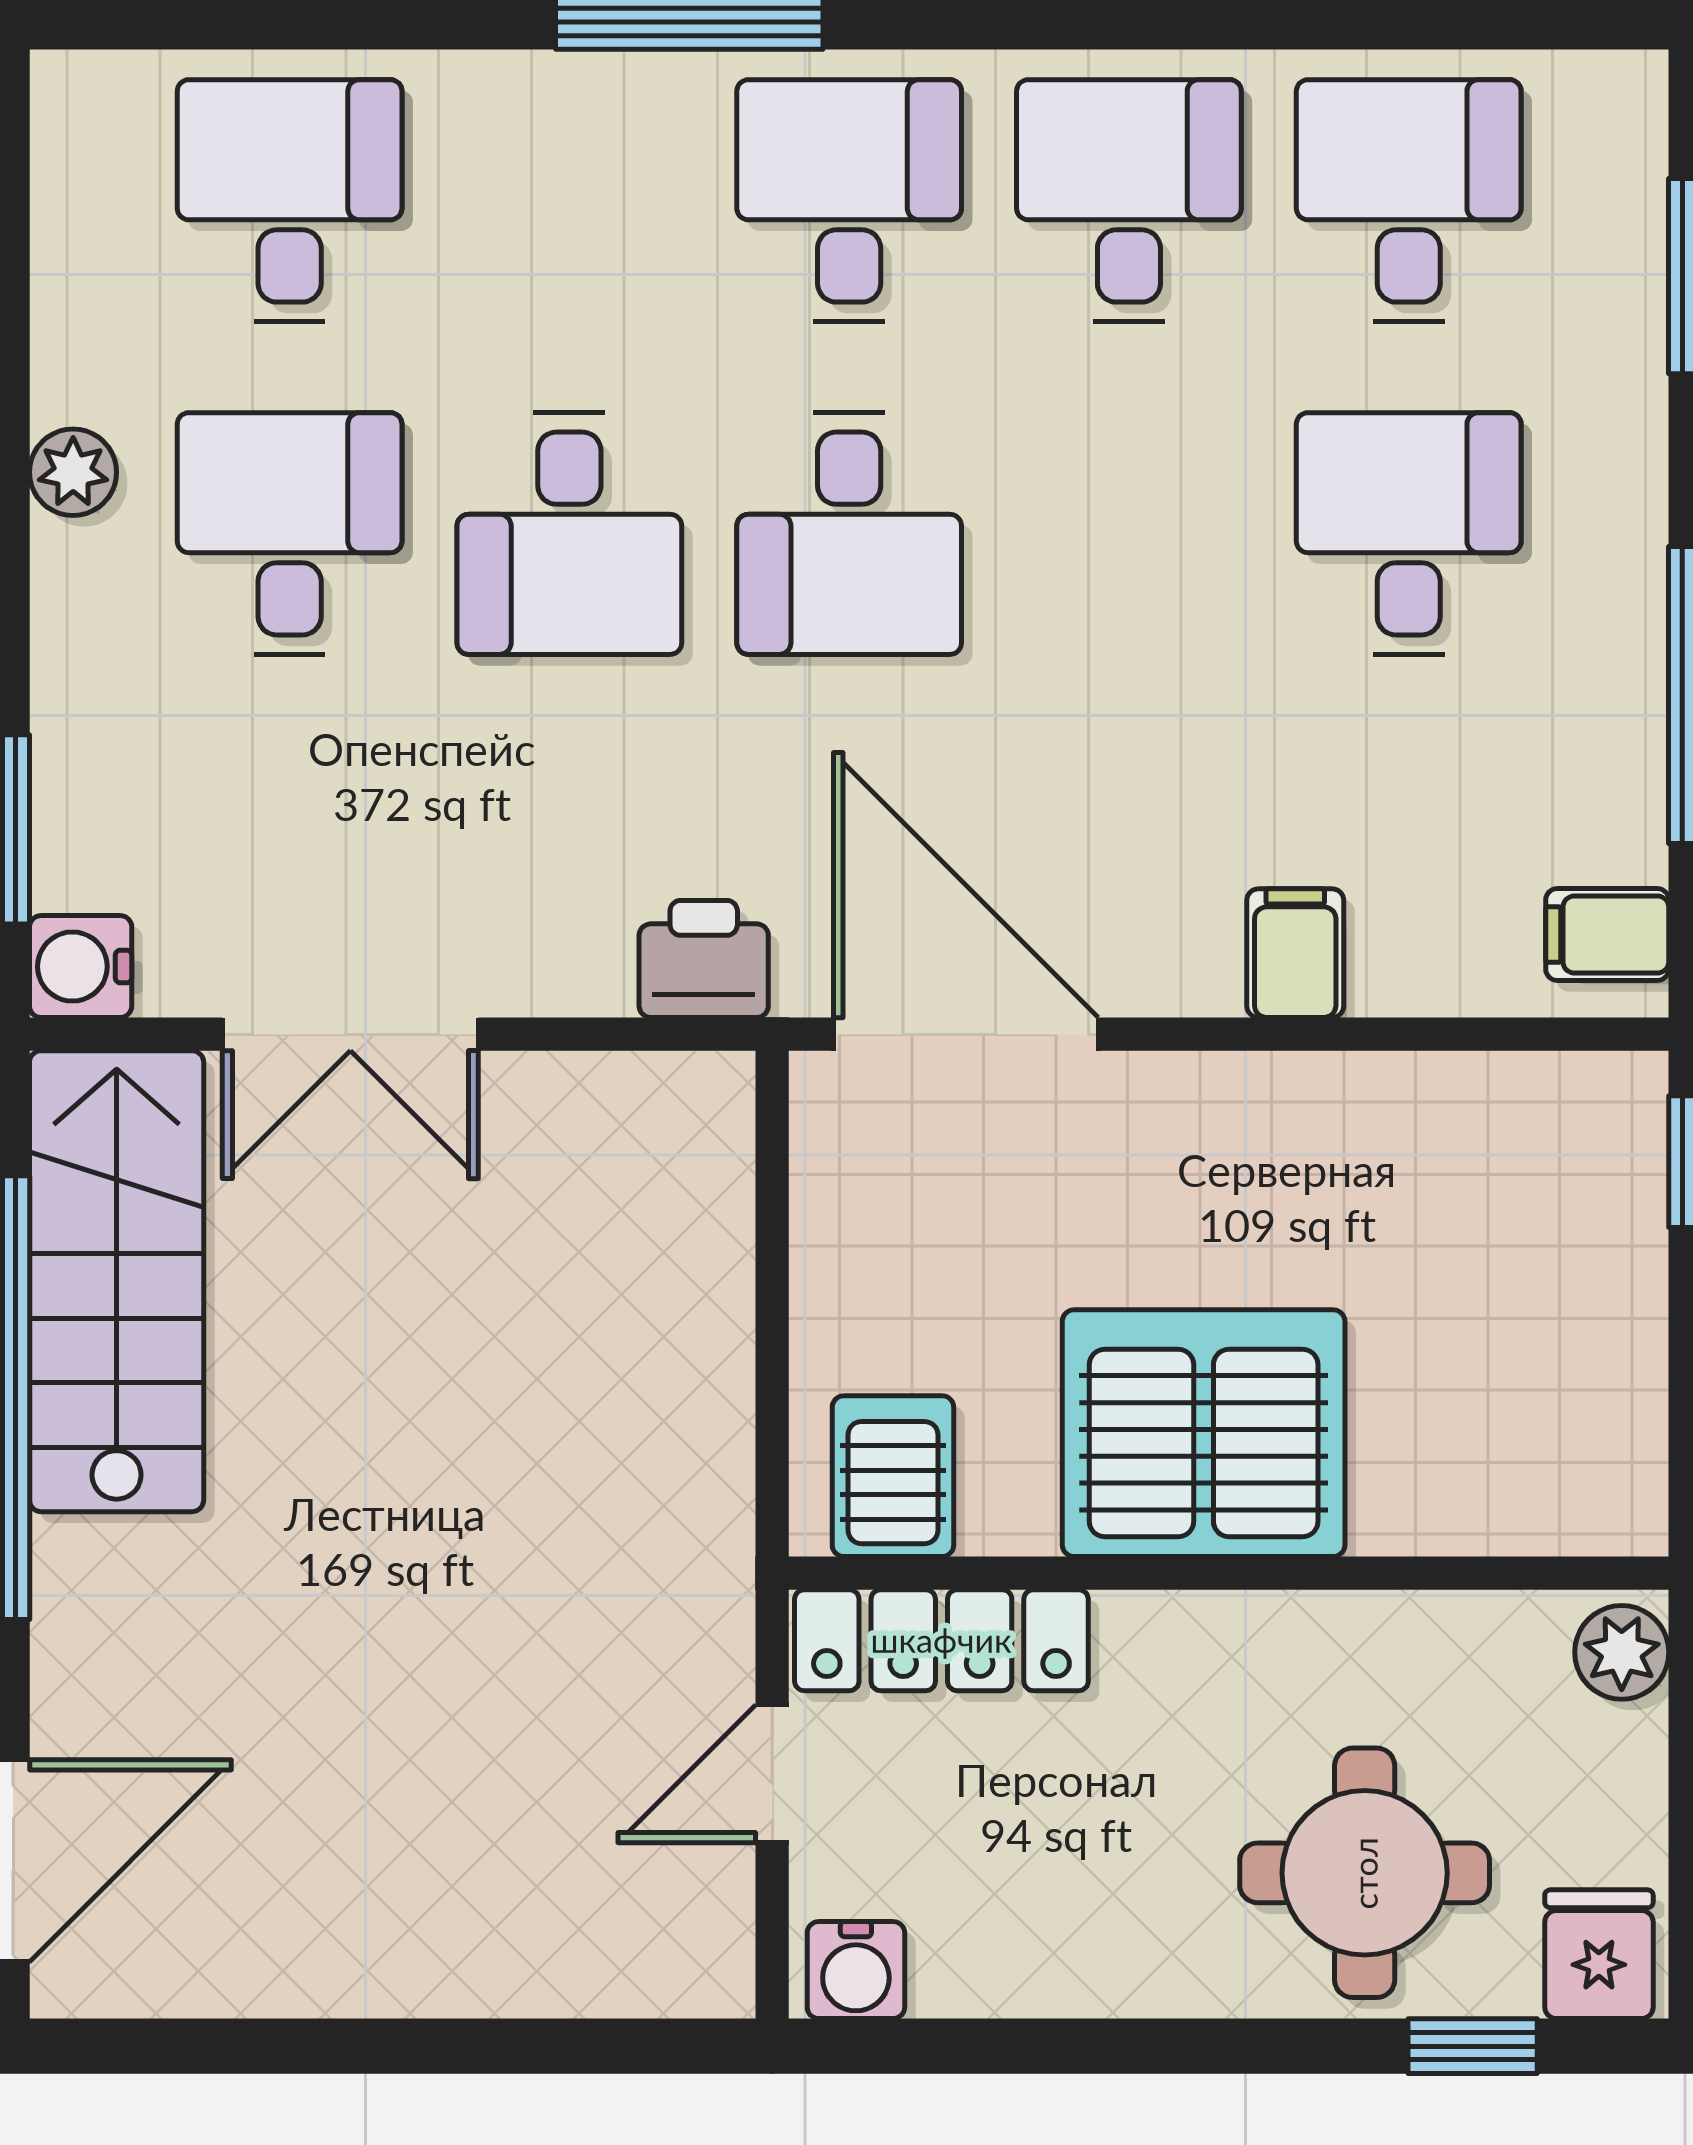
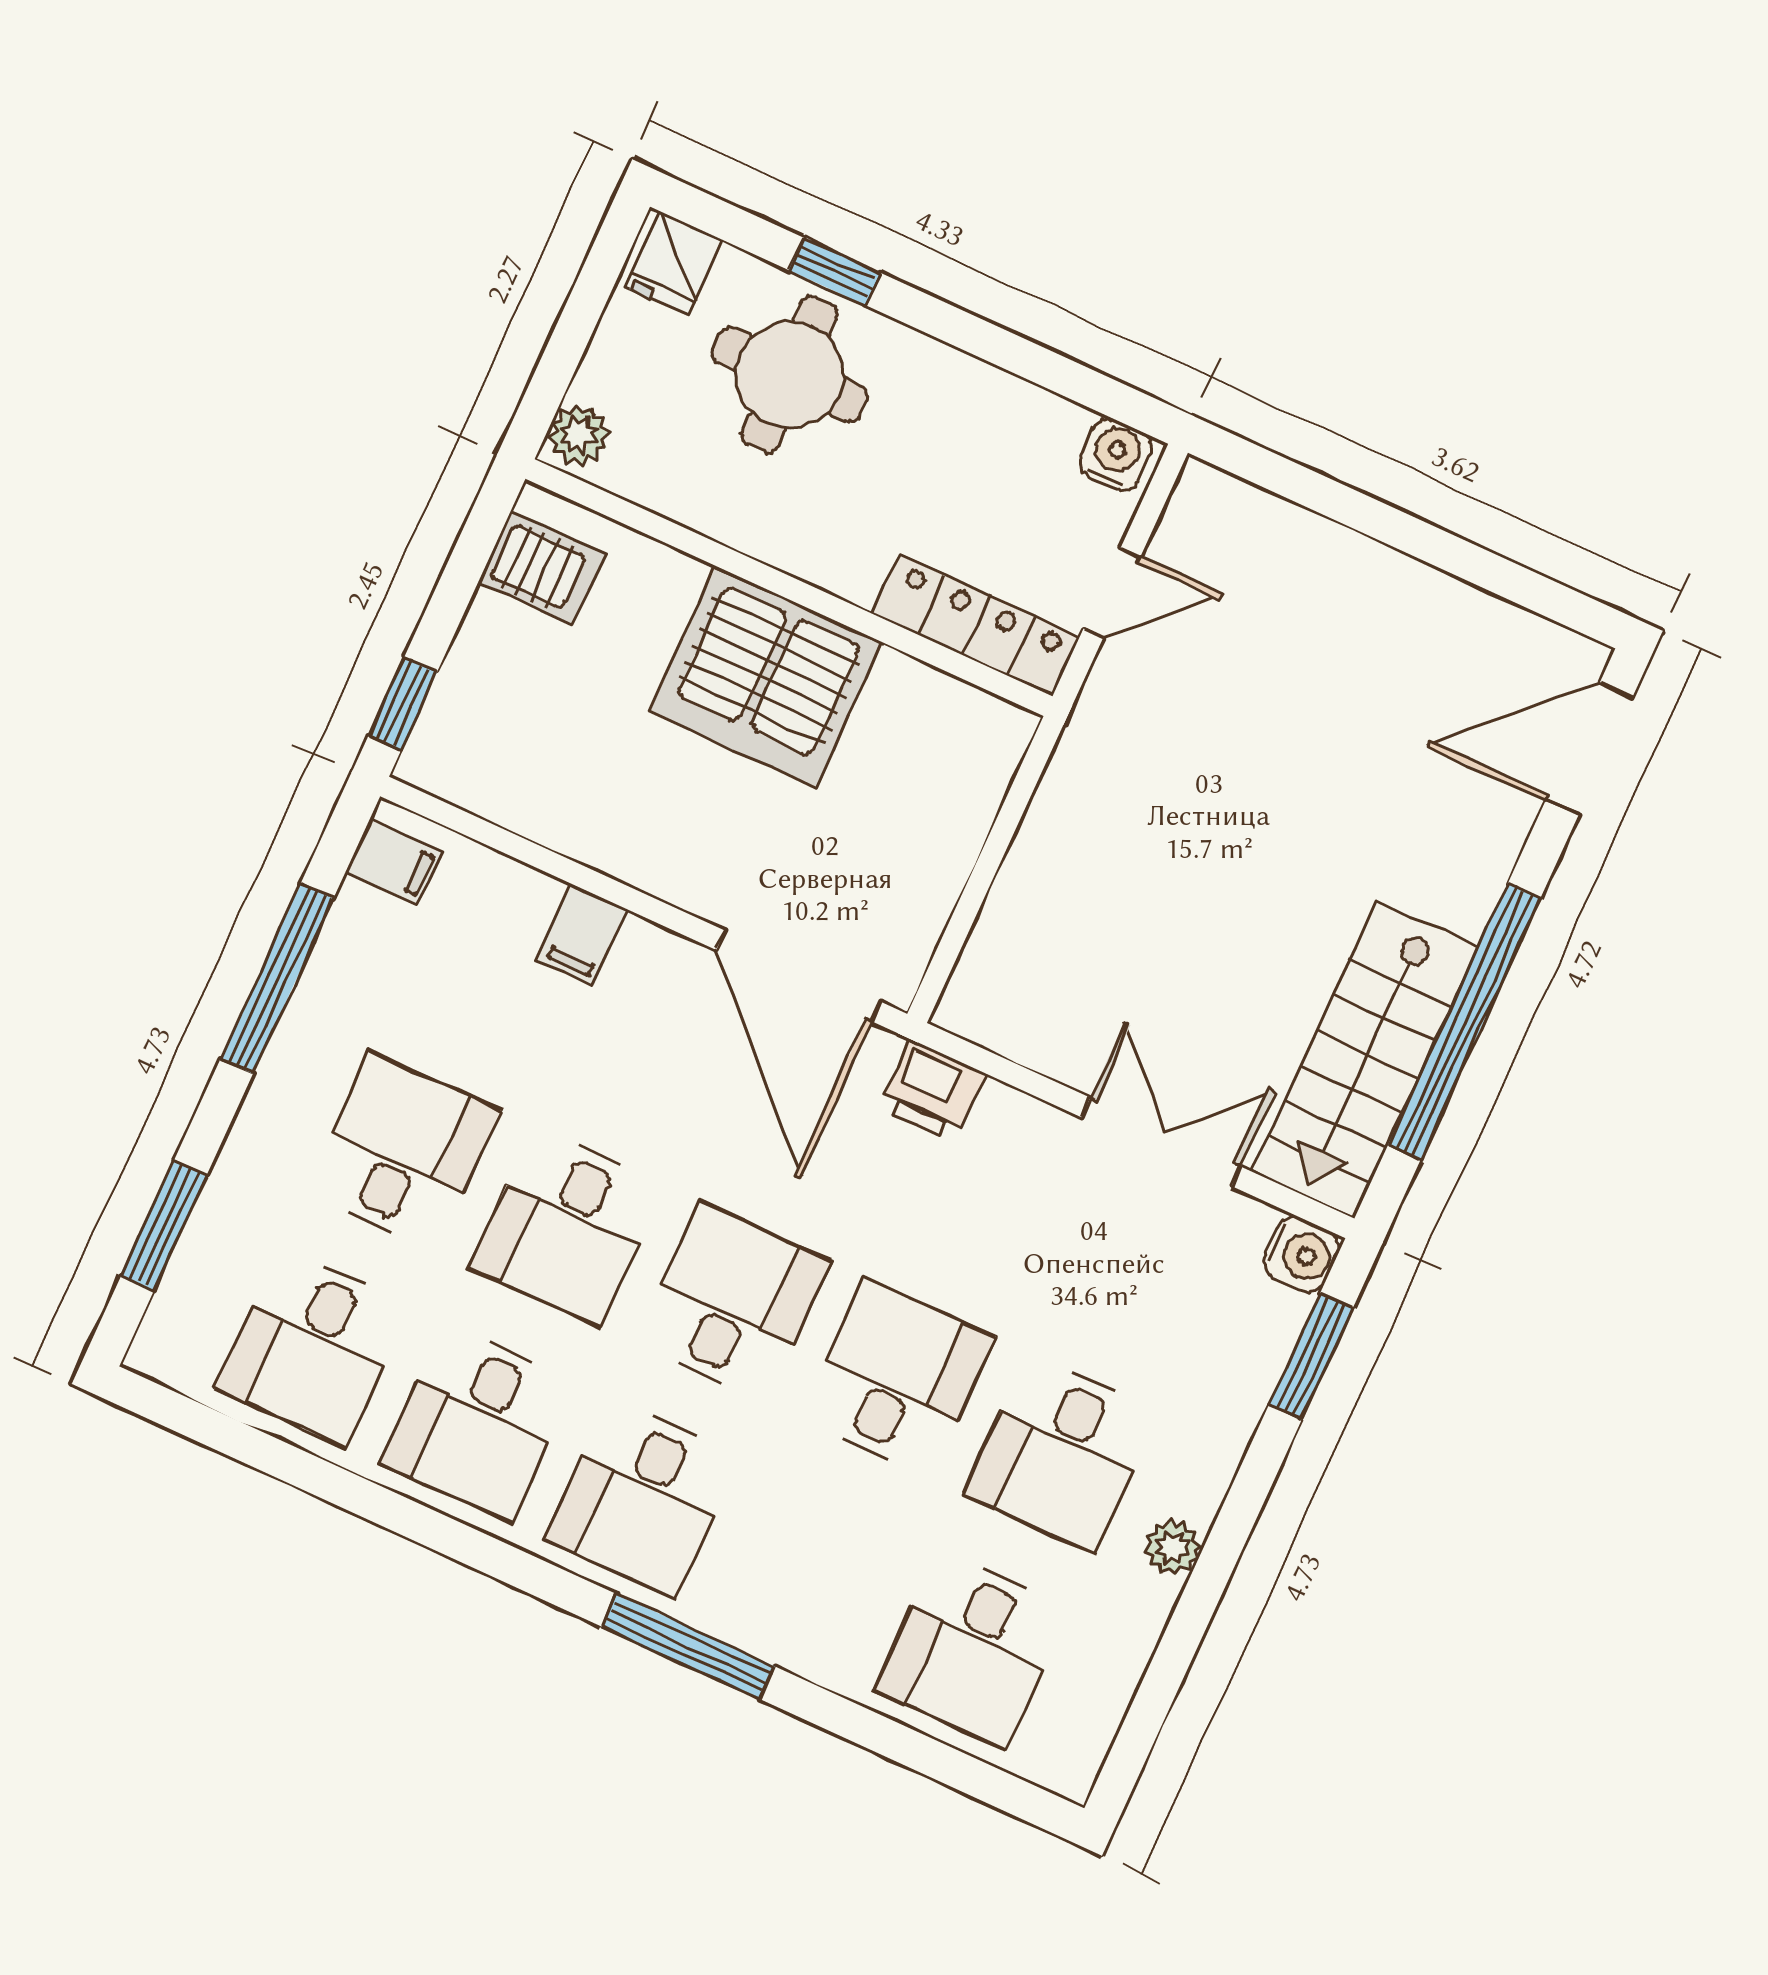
desk: (1129, 534) -> (567, 1227), added
desk: (1409, 534) -> (403, 1151), turned 180
server rack: (893, 1476) -> (542, 568), moved, turned -90
window: (1473, 2046) -> (834, 271), moved

